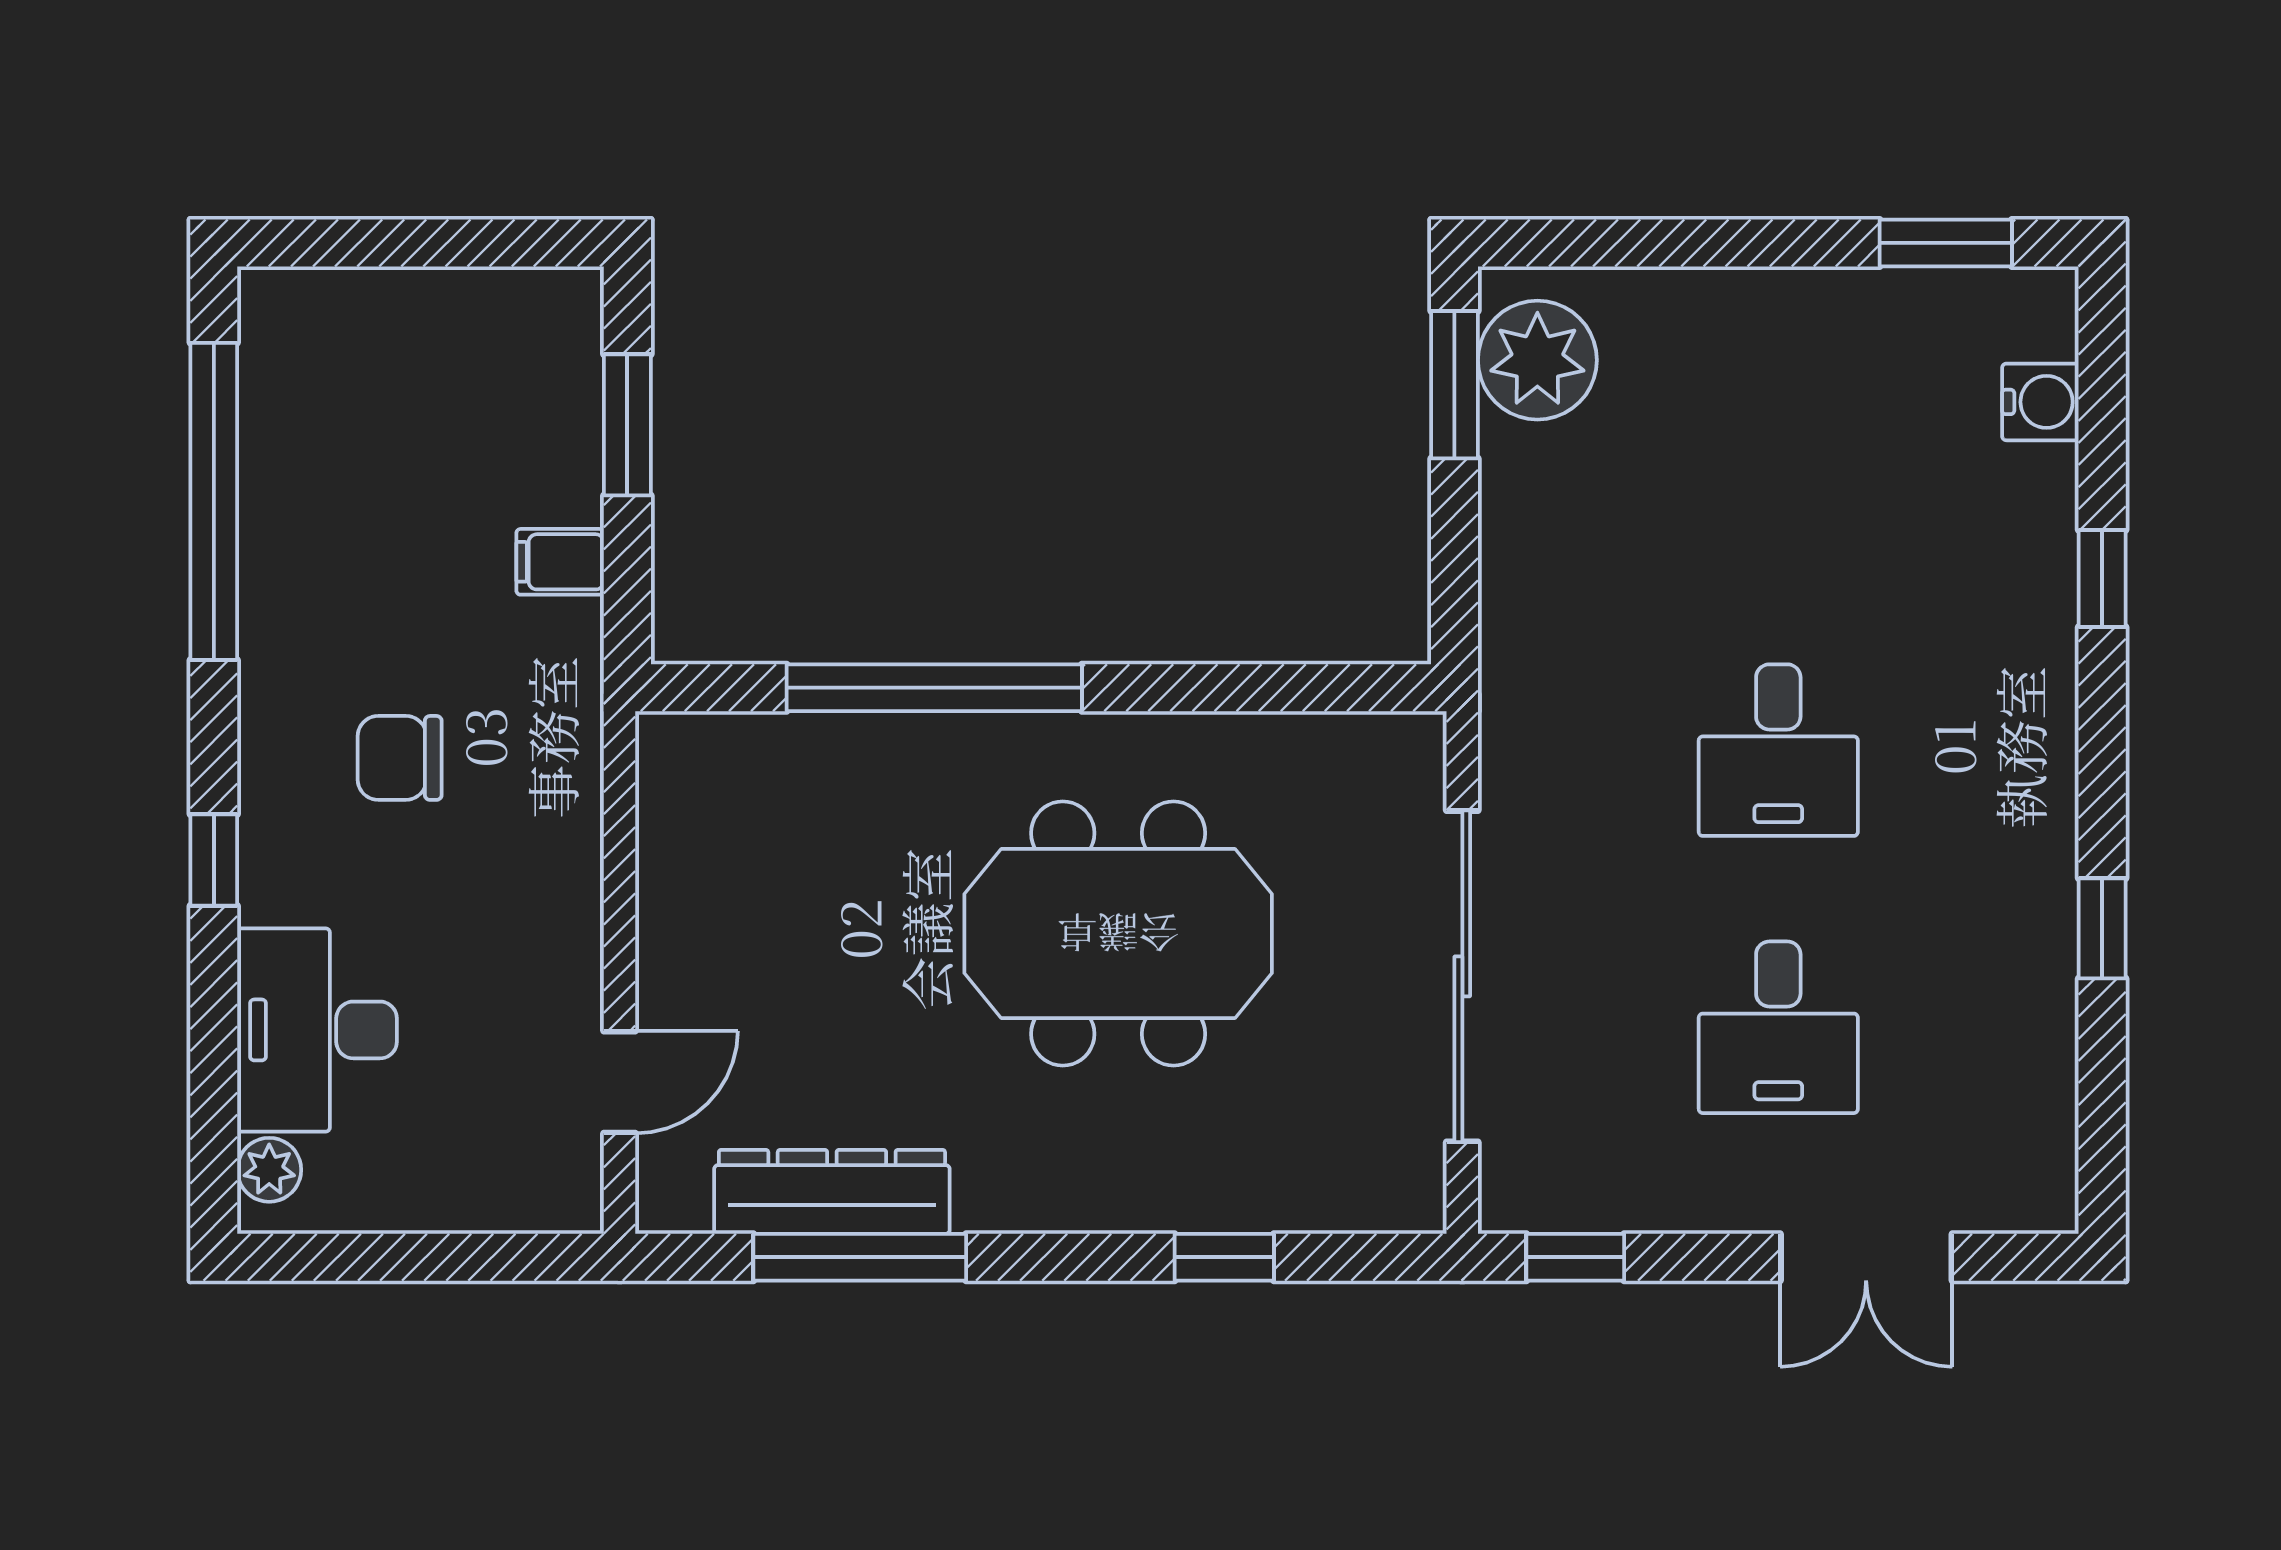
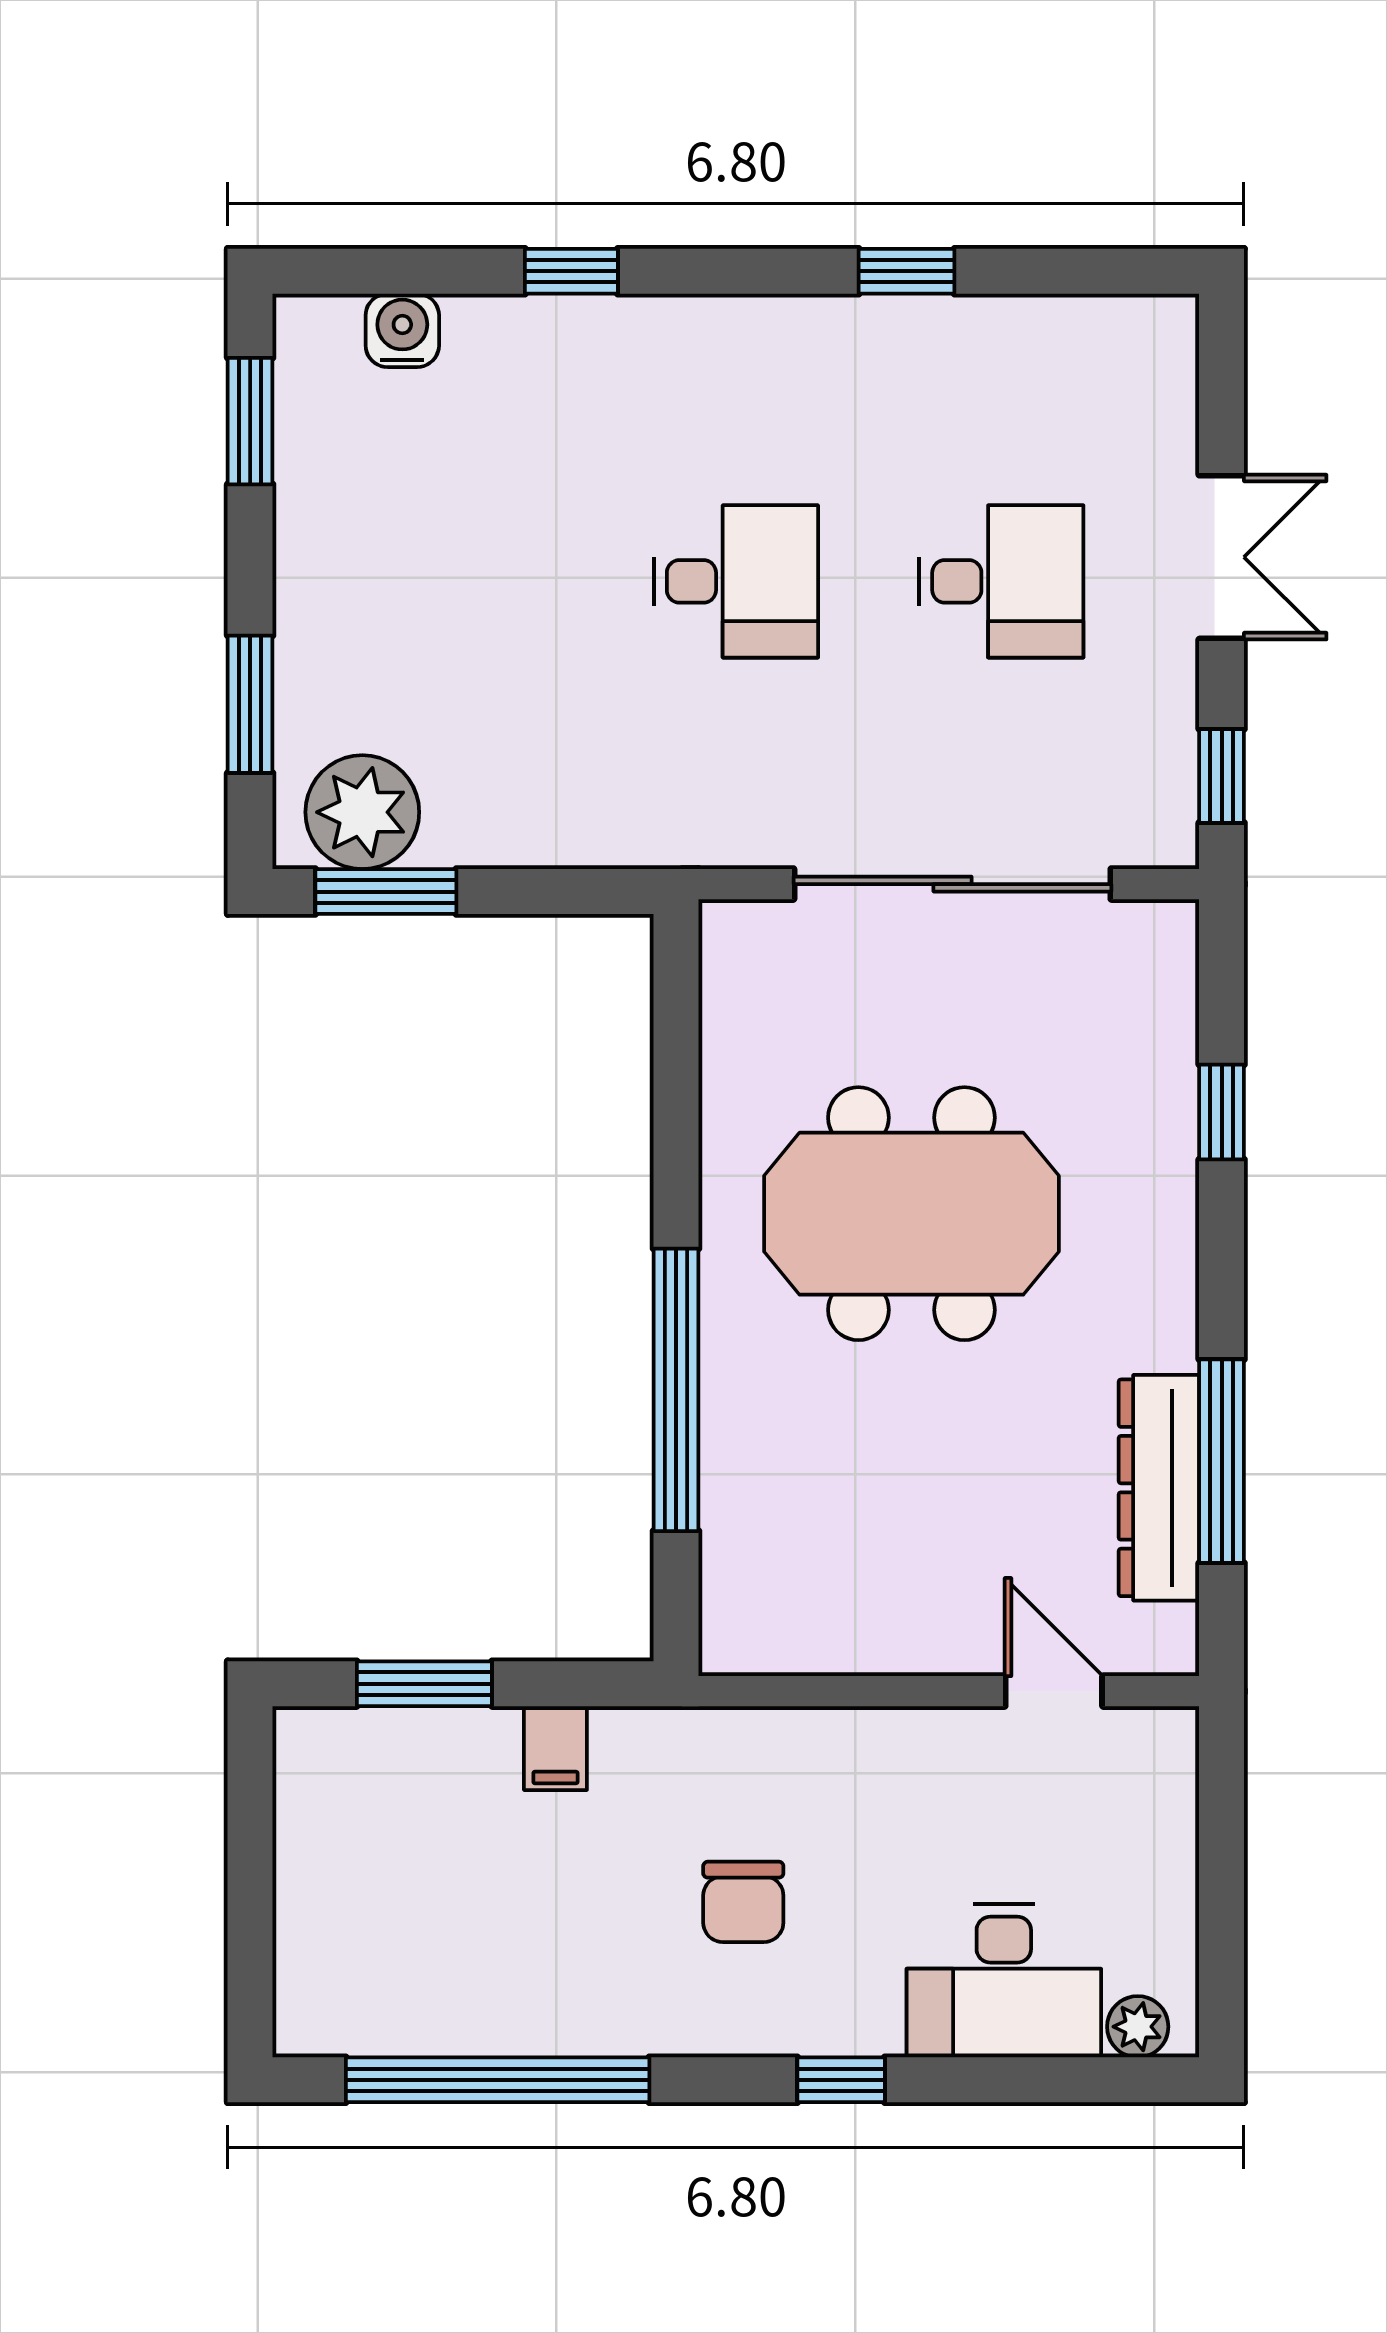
window: (1650, 243) -> (250, 704), added
meeting table: (1118, 934) -> (911, 1214), turned 90
double door: (1866, 1257) -> (1222, 557), moved

